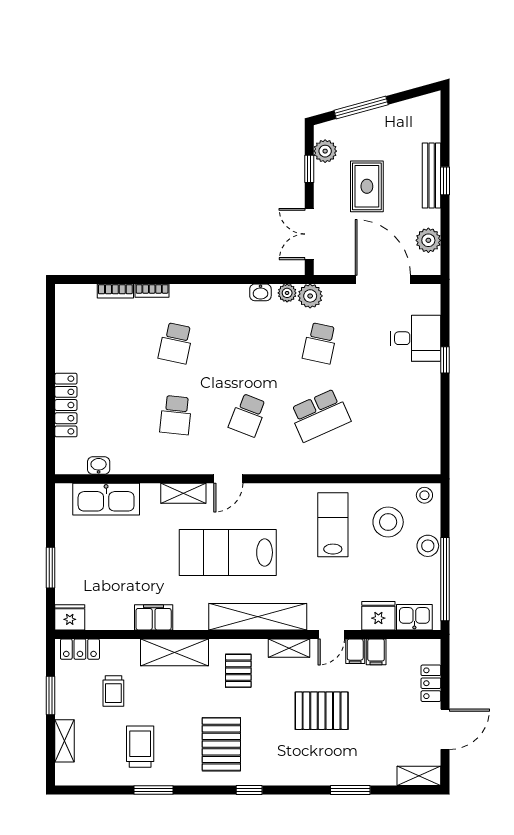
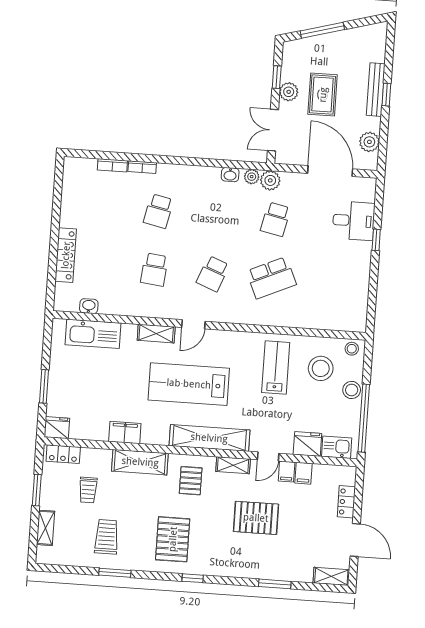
plant: (325, 151) -> (289, 92), moved
door: (445, 729) -> (355, 540), hinge flipped

